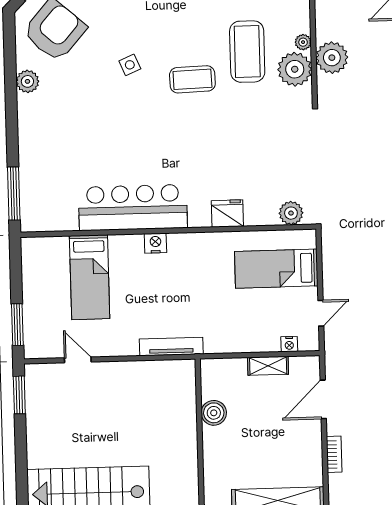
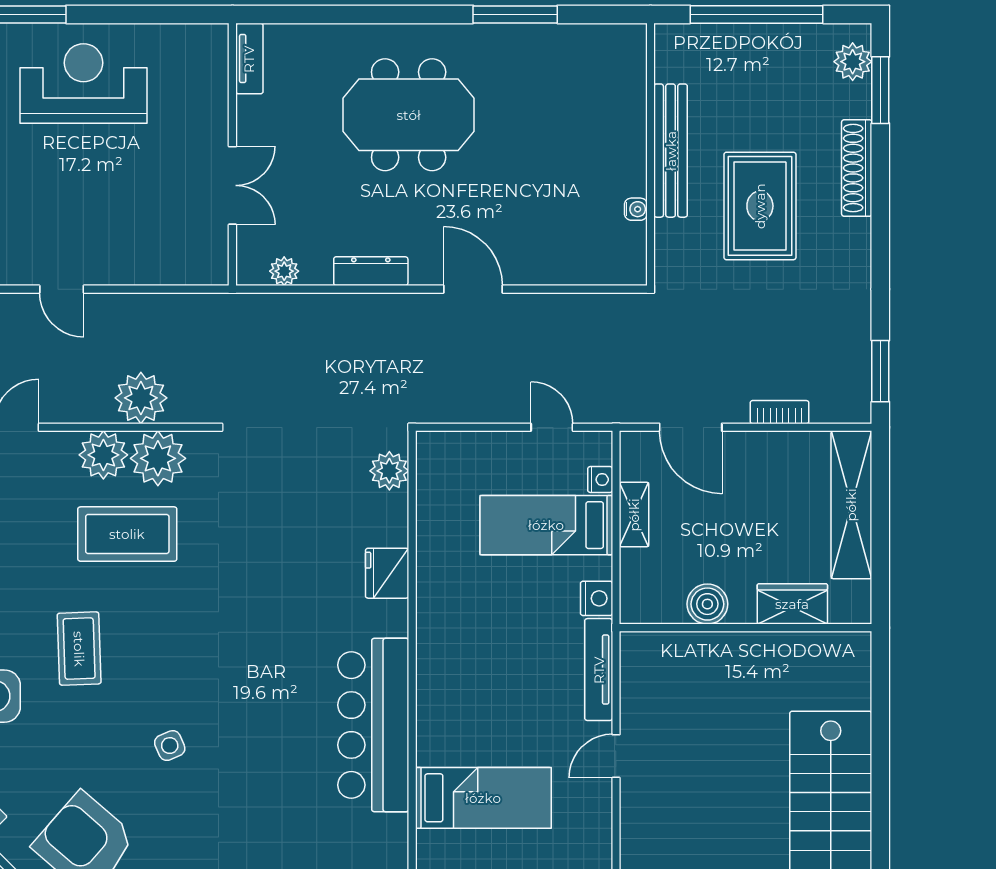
plant: (303, 42) -> (103, 455), width x1.87, depth x1.87
side table: (130, 65) -> (170, 746), moved
coffee table: (192, 79) -> (79, 649), moved
nightstand: (155, 243) -> (597, 598), moved, turned 180
bed: (276, 269) -> (546, 525), moved, turned 90
door: (78, 360) -> (616, 756), moved
wardrobe: (215, 466) -> (792, 604), added

